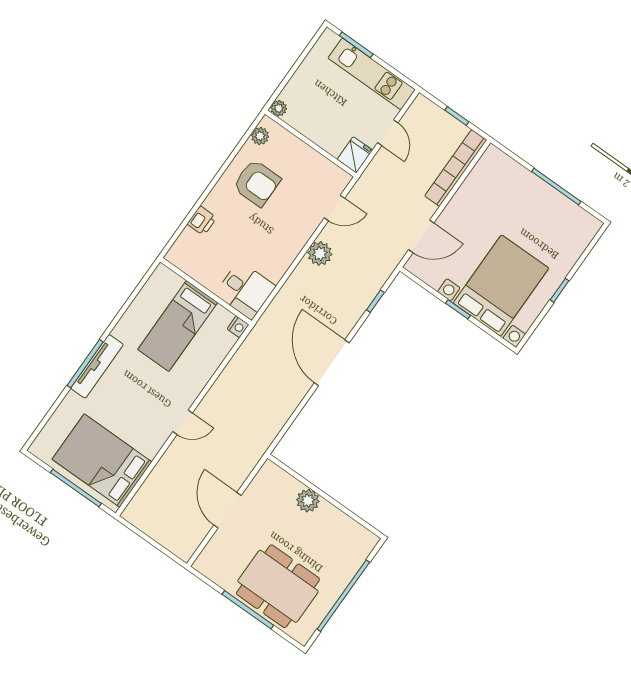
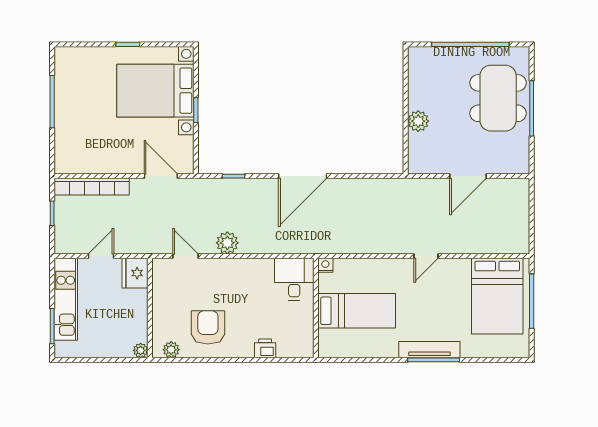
fridge: (355, 155) -> (135, 273), width x1.38
door: (183, 422) -> (426, 256), swing flipped

